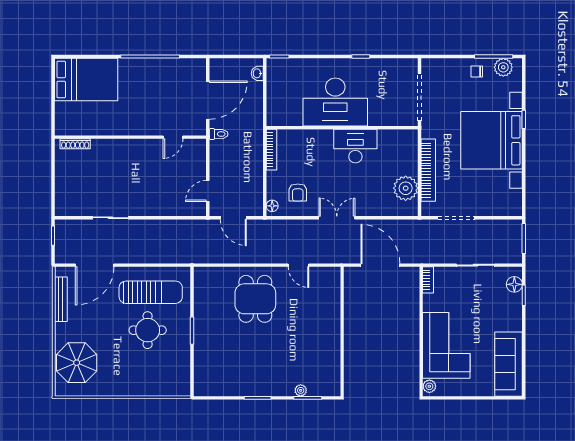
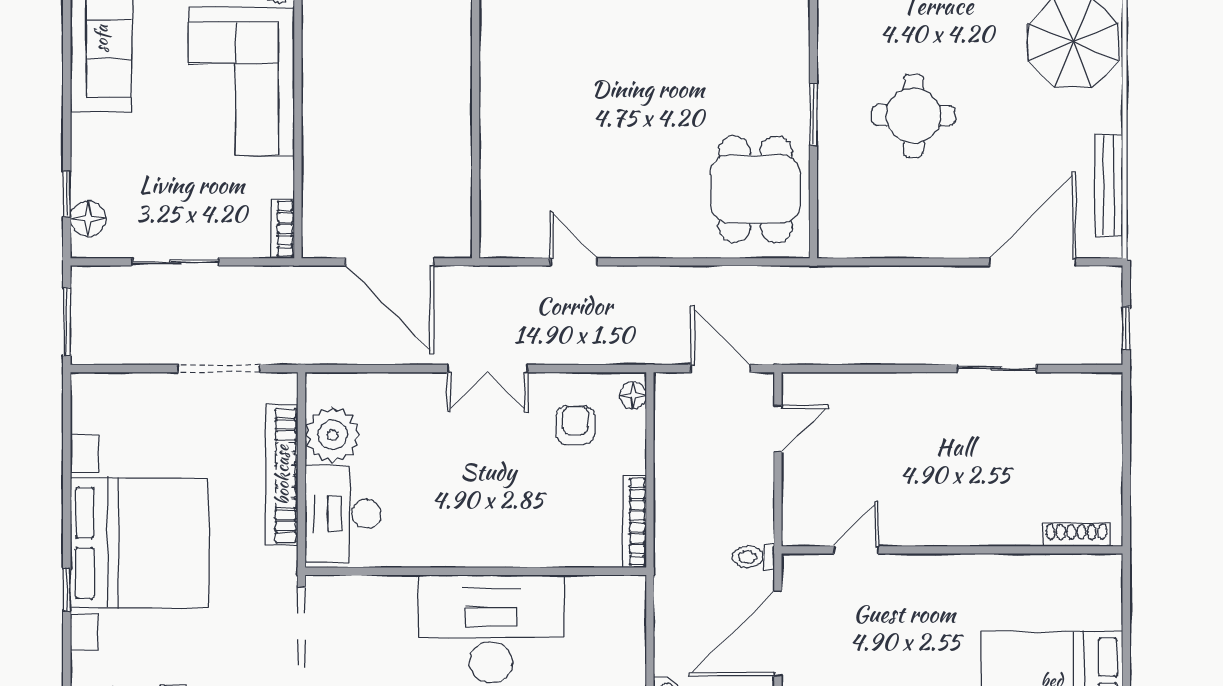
desk: (355, 146) -> (343, 514), moved, turned 90
sun lounger: (151, 292) -> (906, 201), removed
dining table: (255, 299) -> (755, 189), moved

